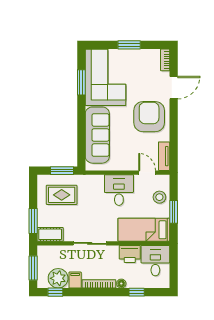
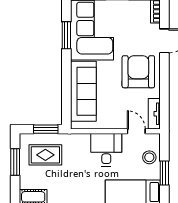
window: (33, 221) -> (15, 162), moved

